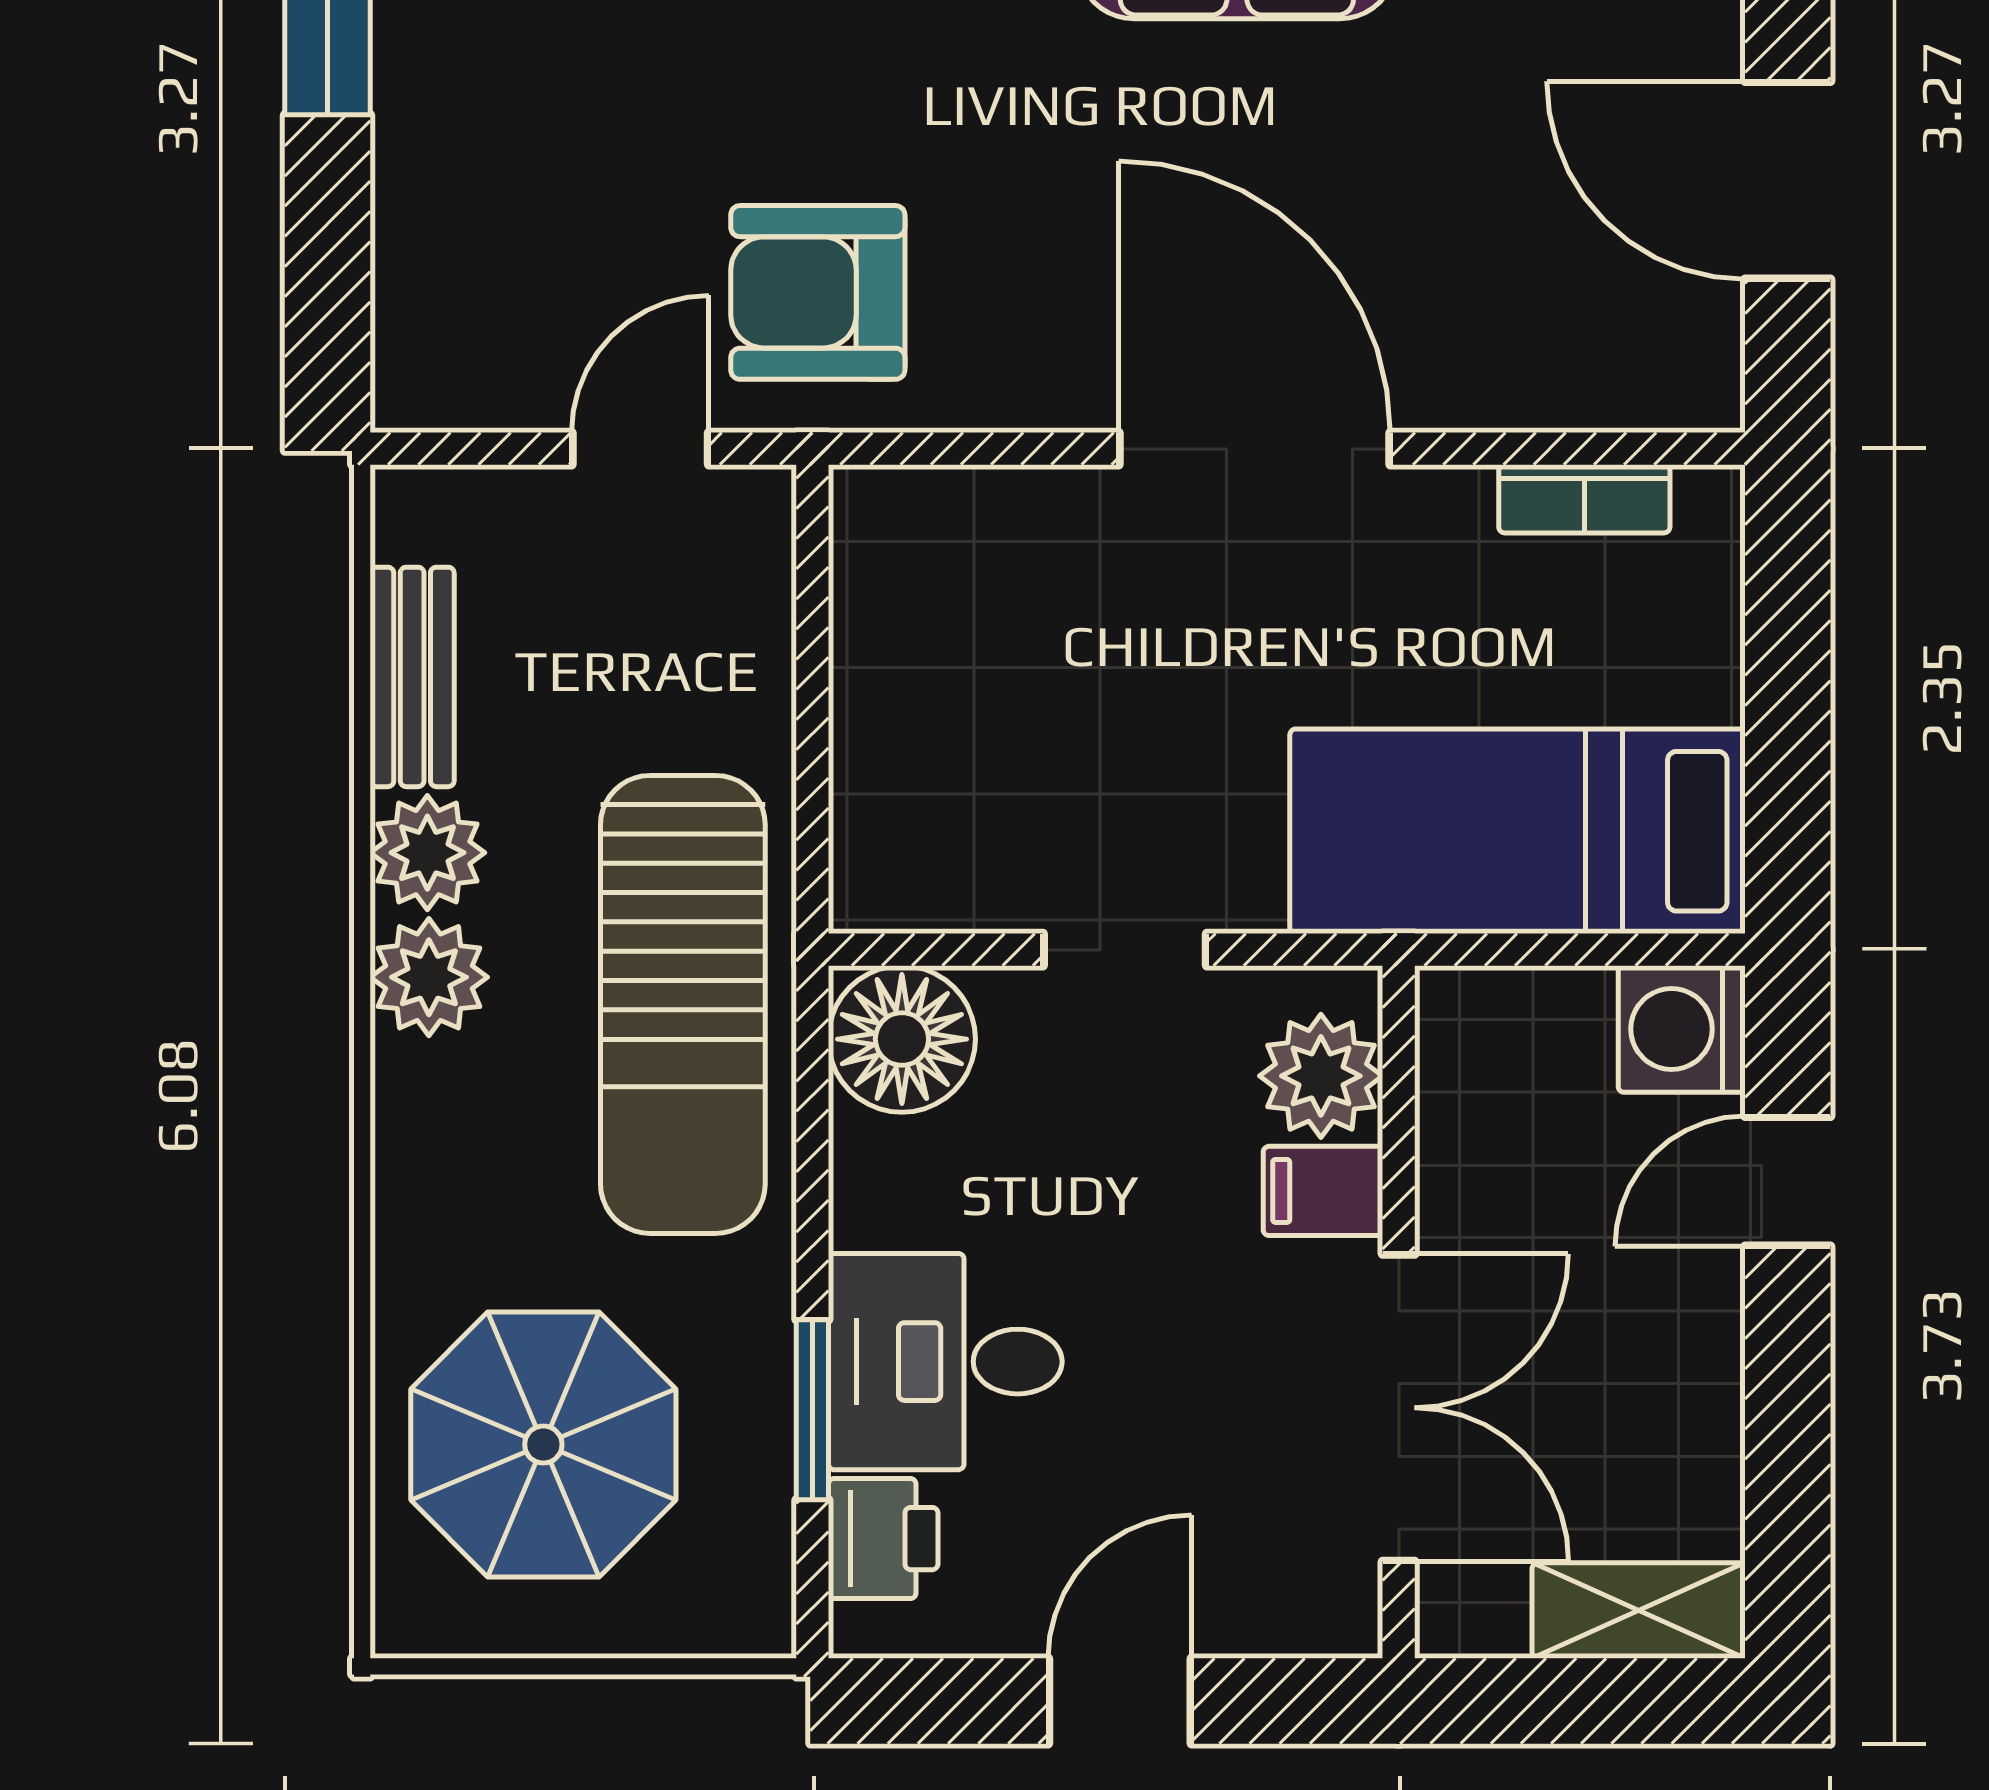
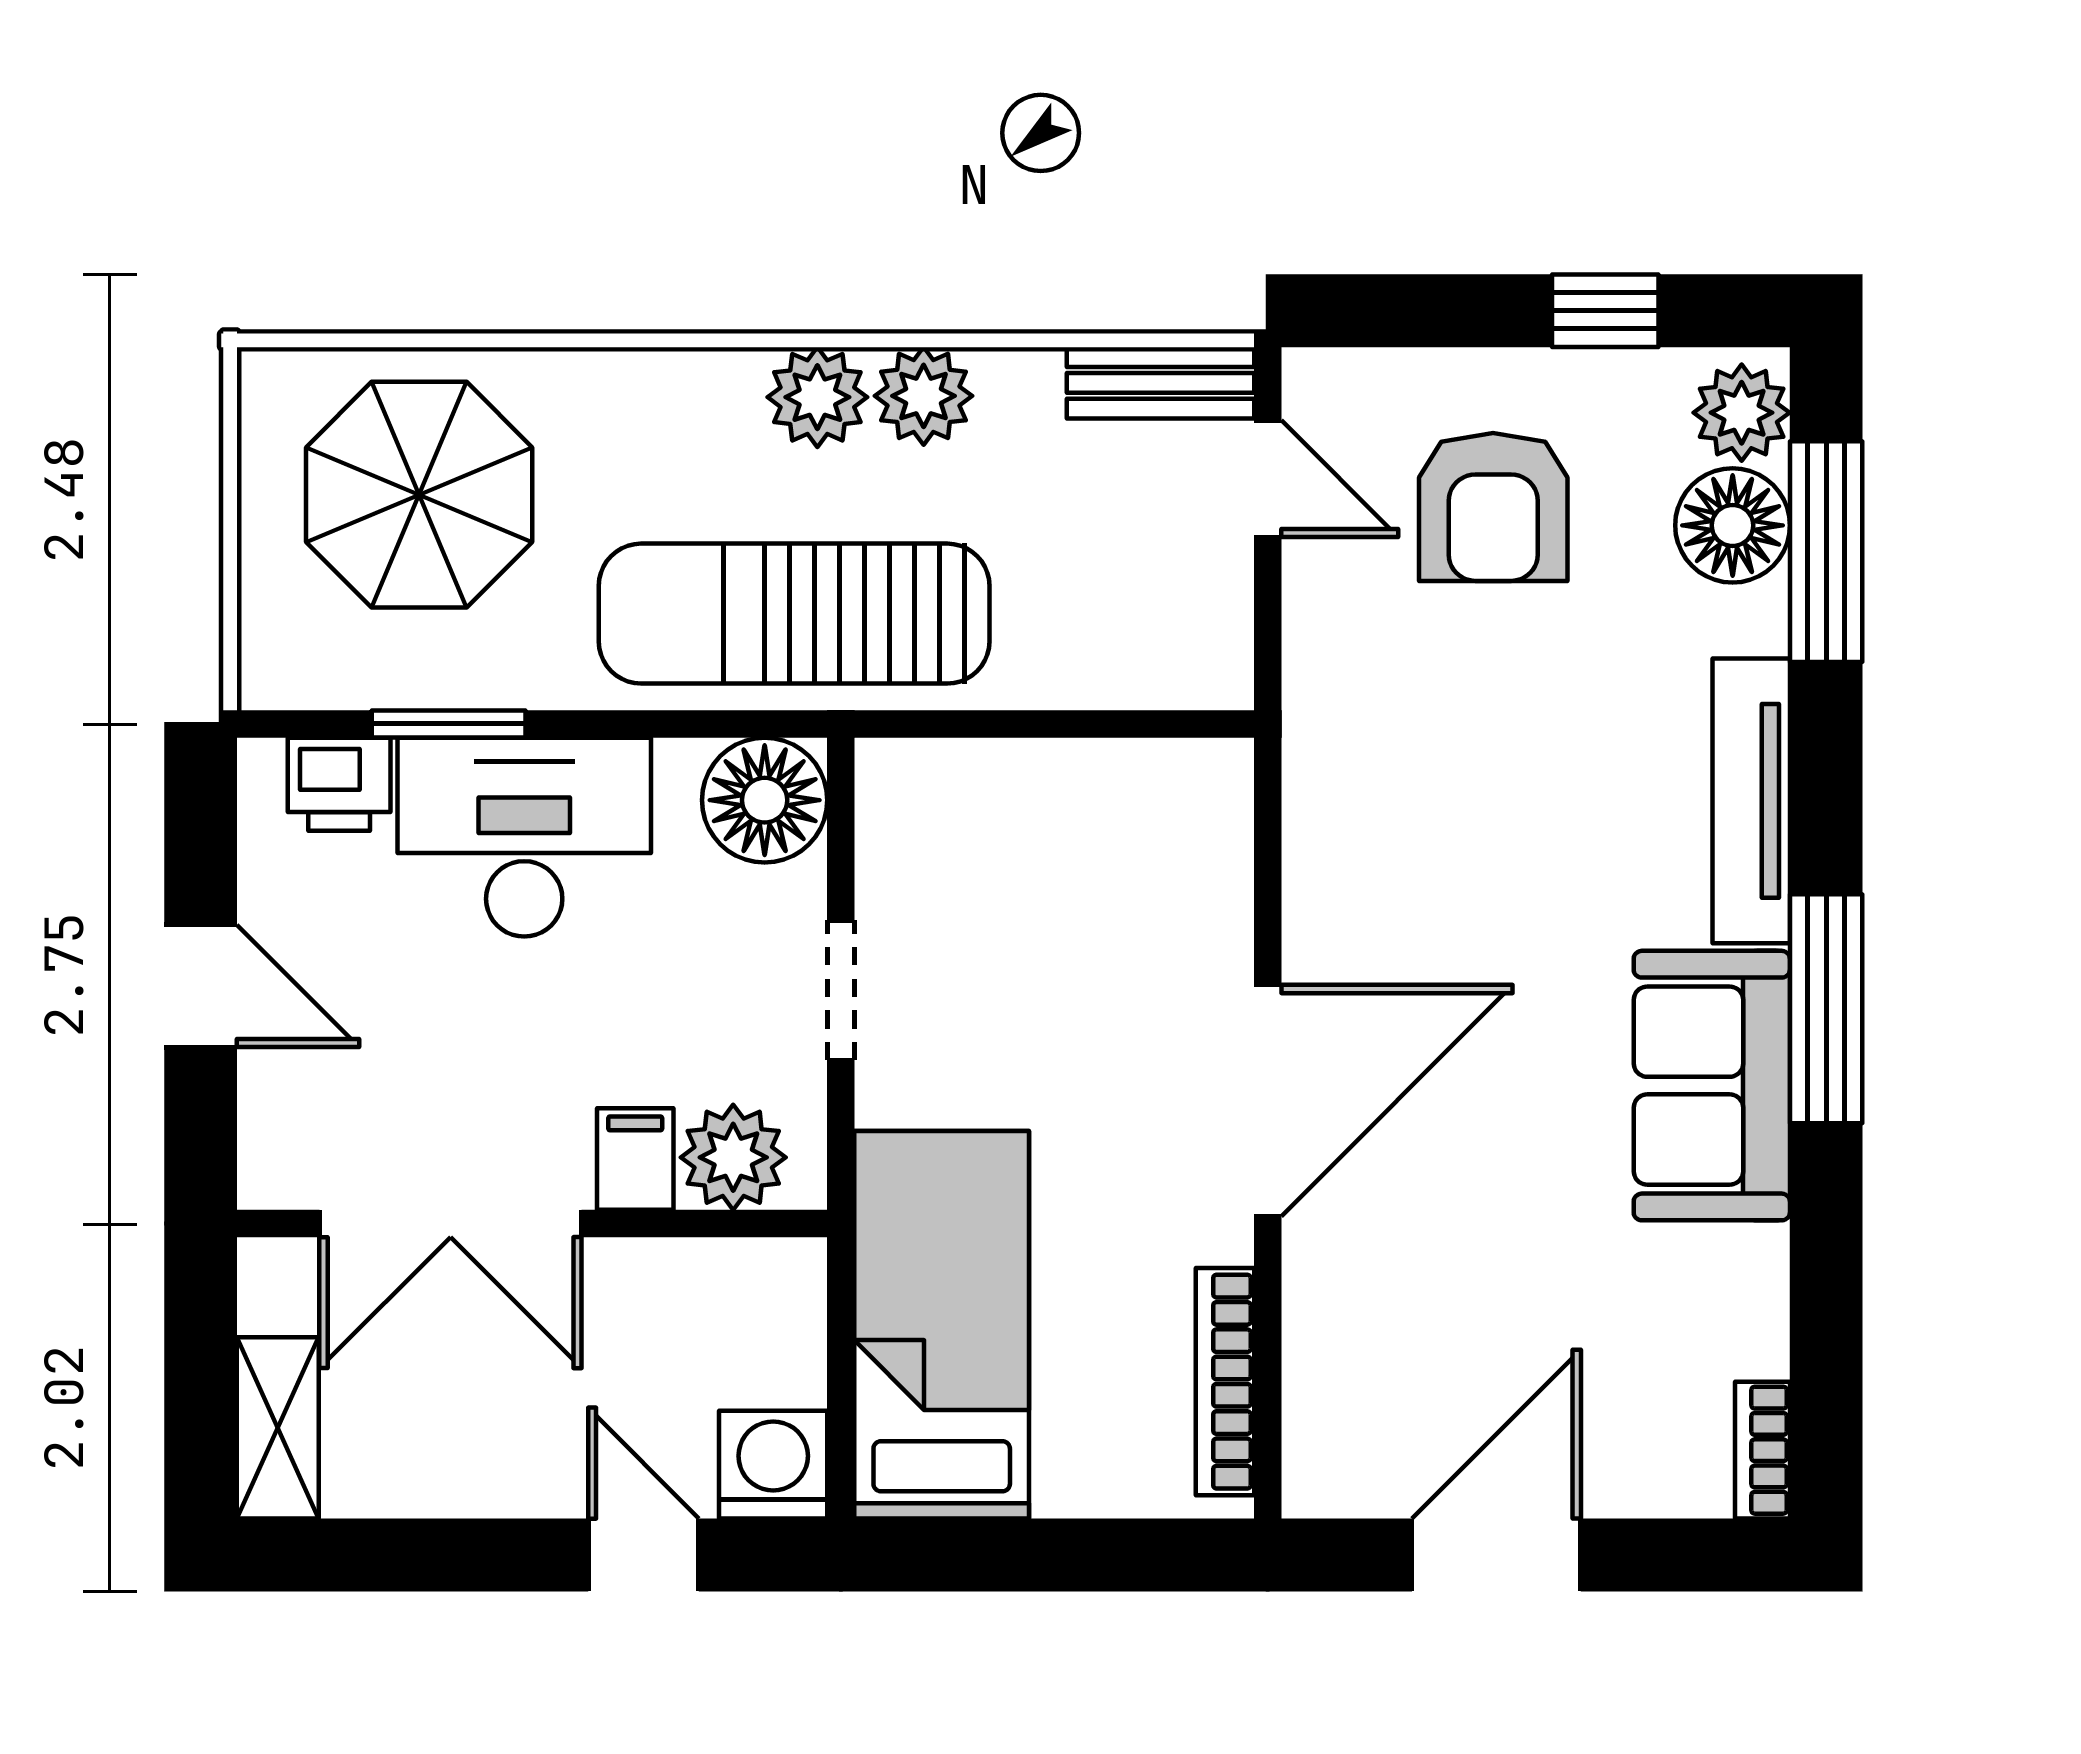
armchair: (818, 292) -> (1493, 507), moved, turned 180
door: (640, 449) -> (1268, 479), moved
bookcase: (1584, 499) -> (1225, 1382), width x1.56
bench: (412, 677) -> (1160, 383), moved
desk: (945, 1362) -> (524, 837), width x1.37

